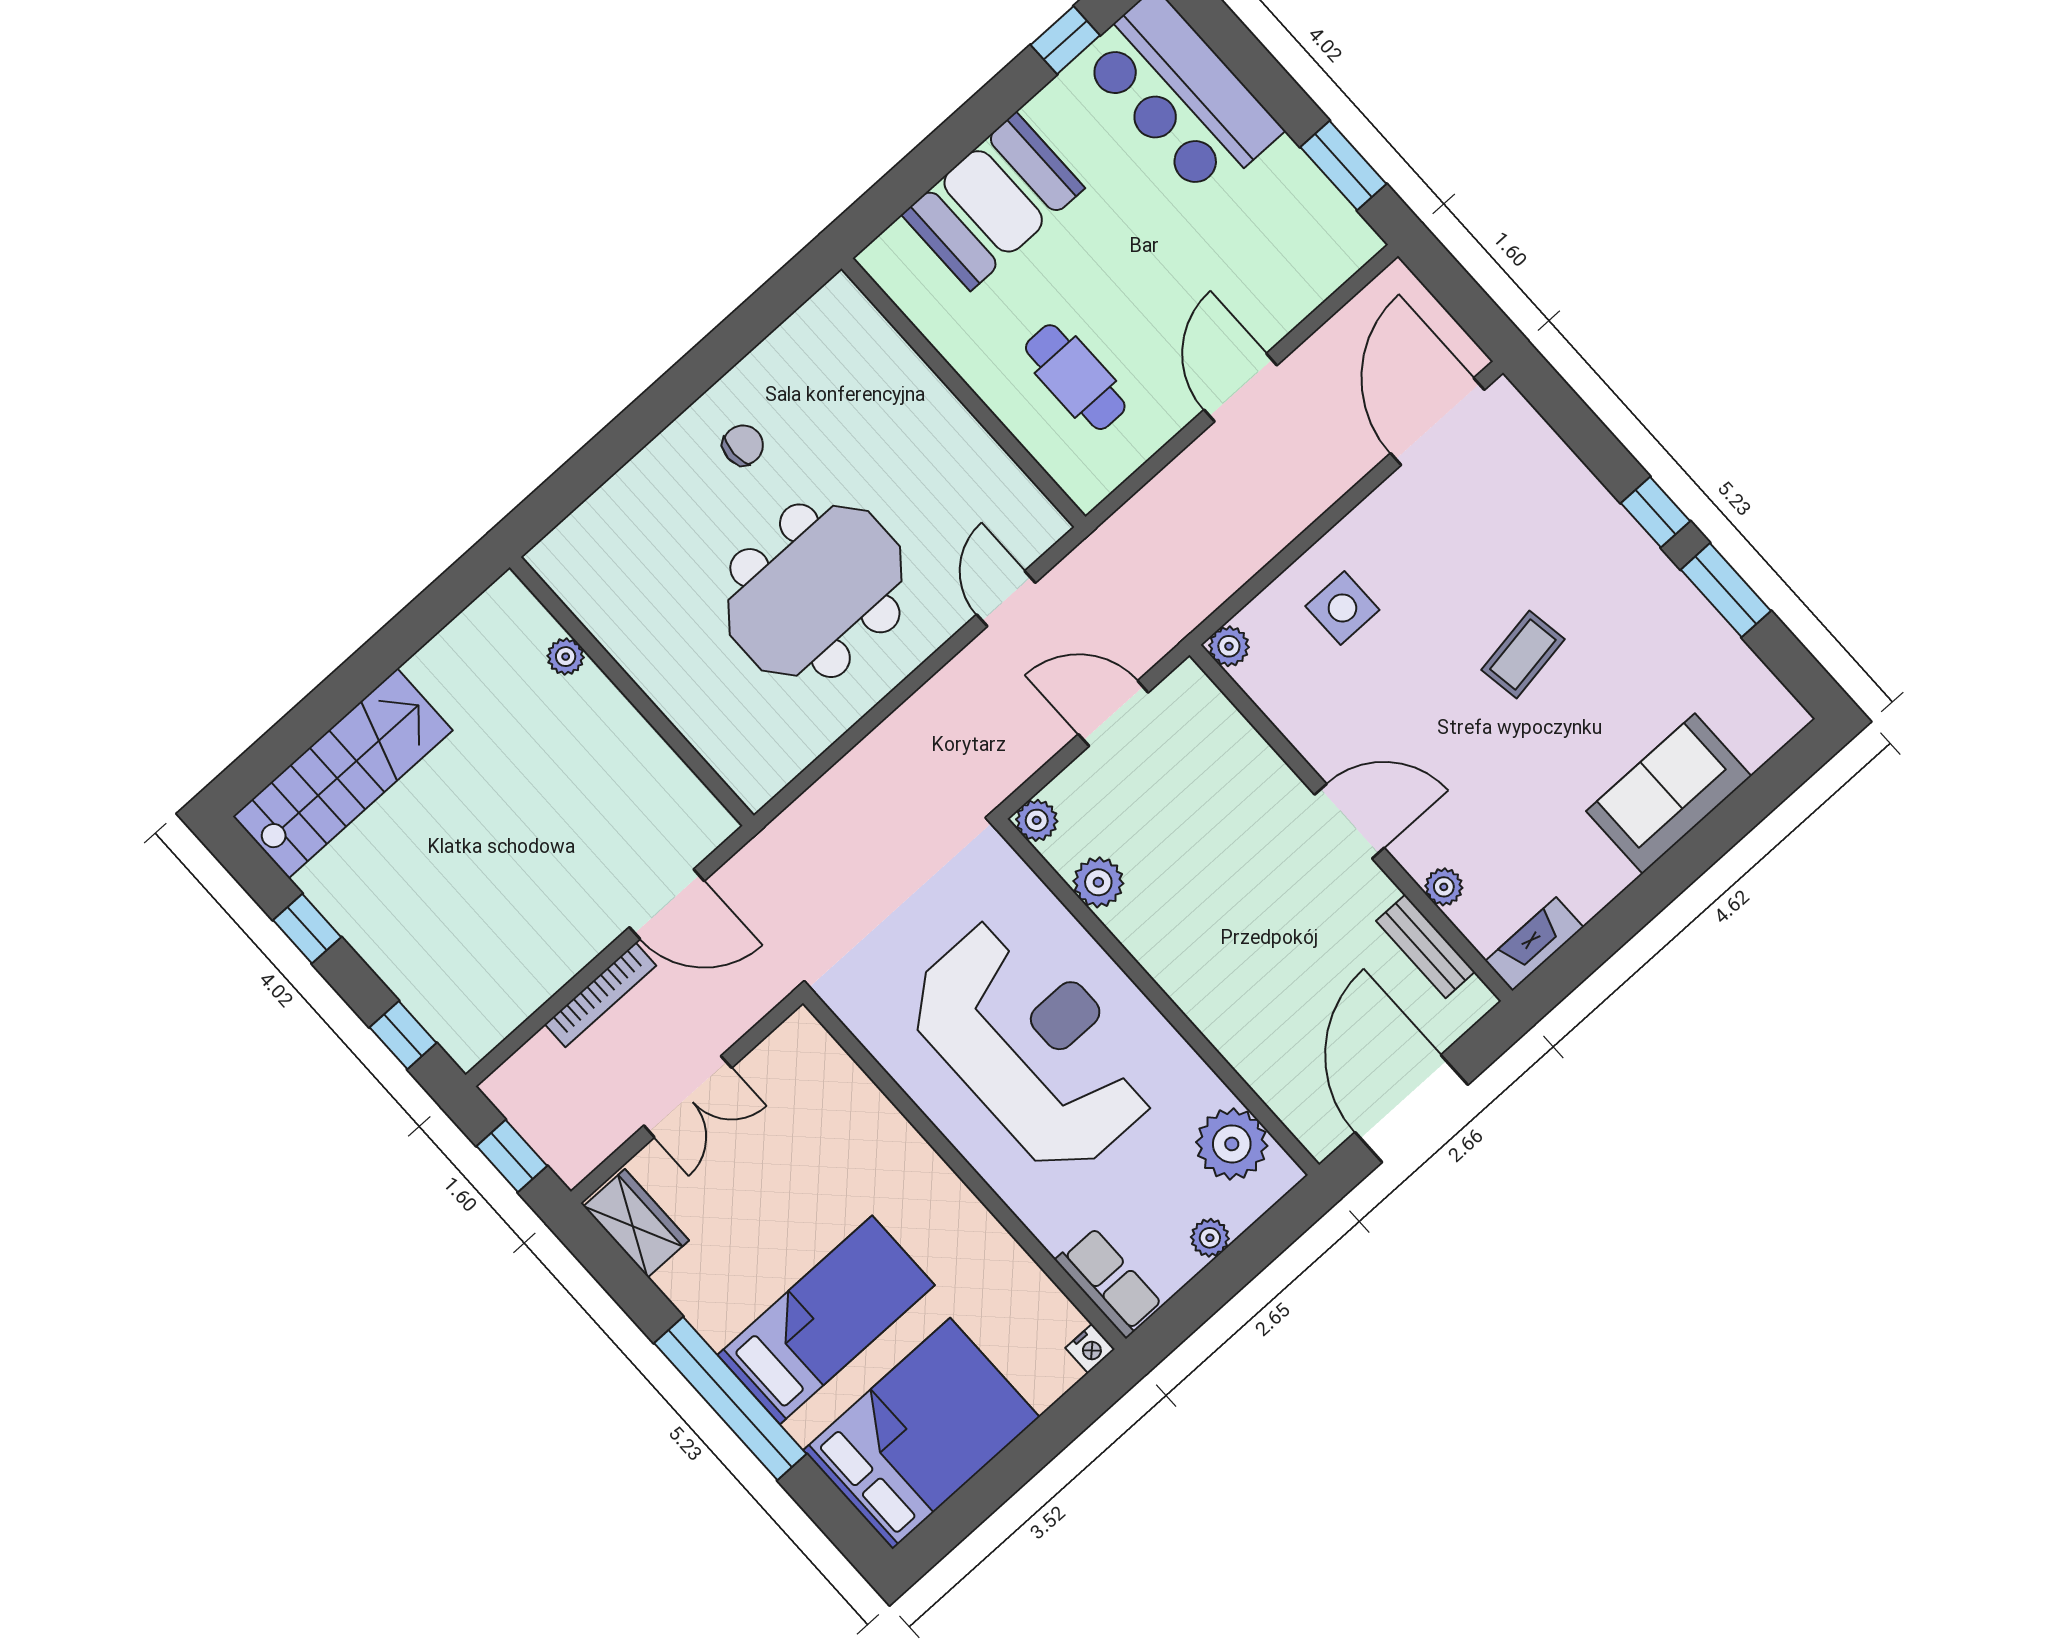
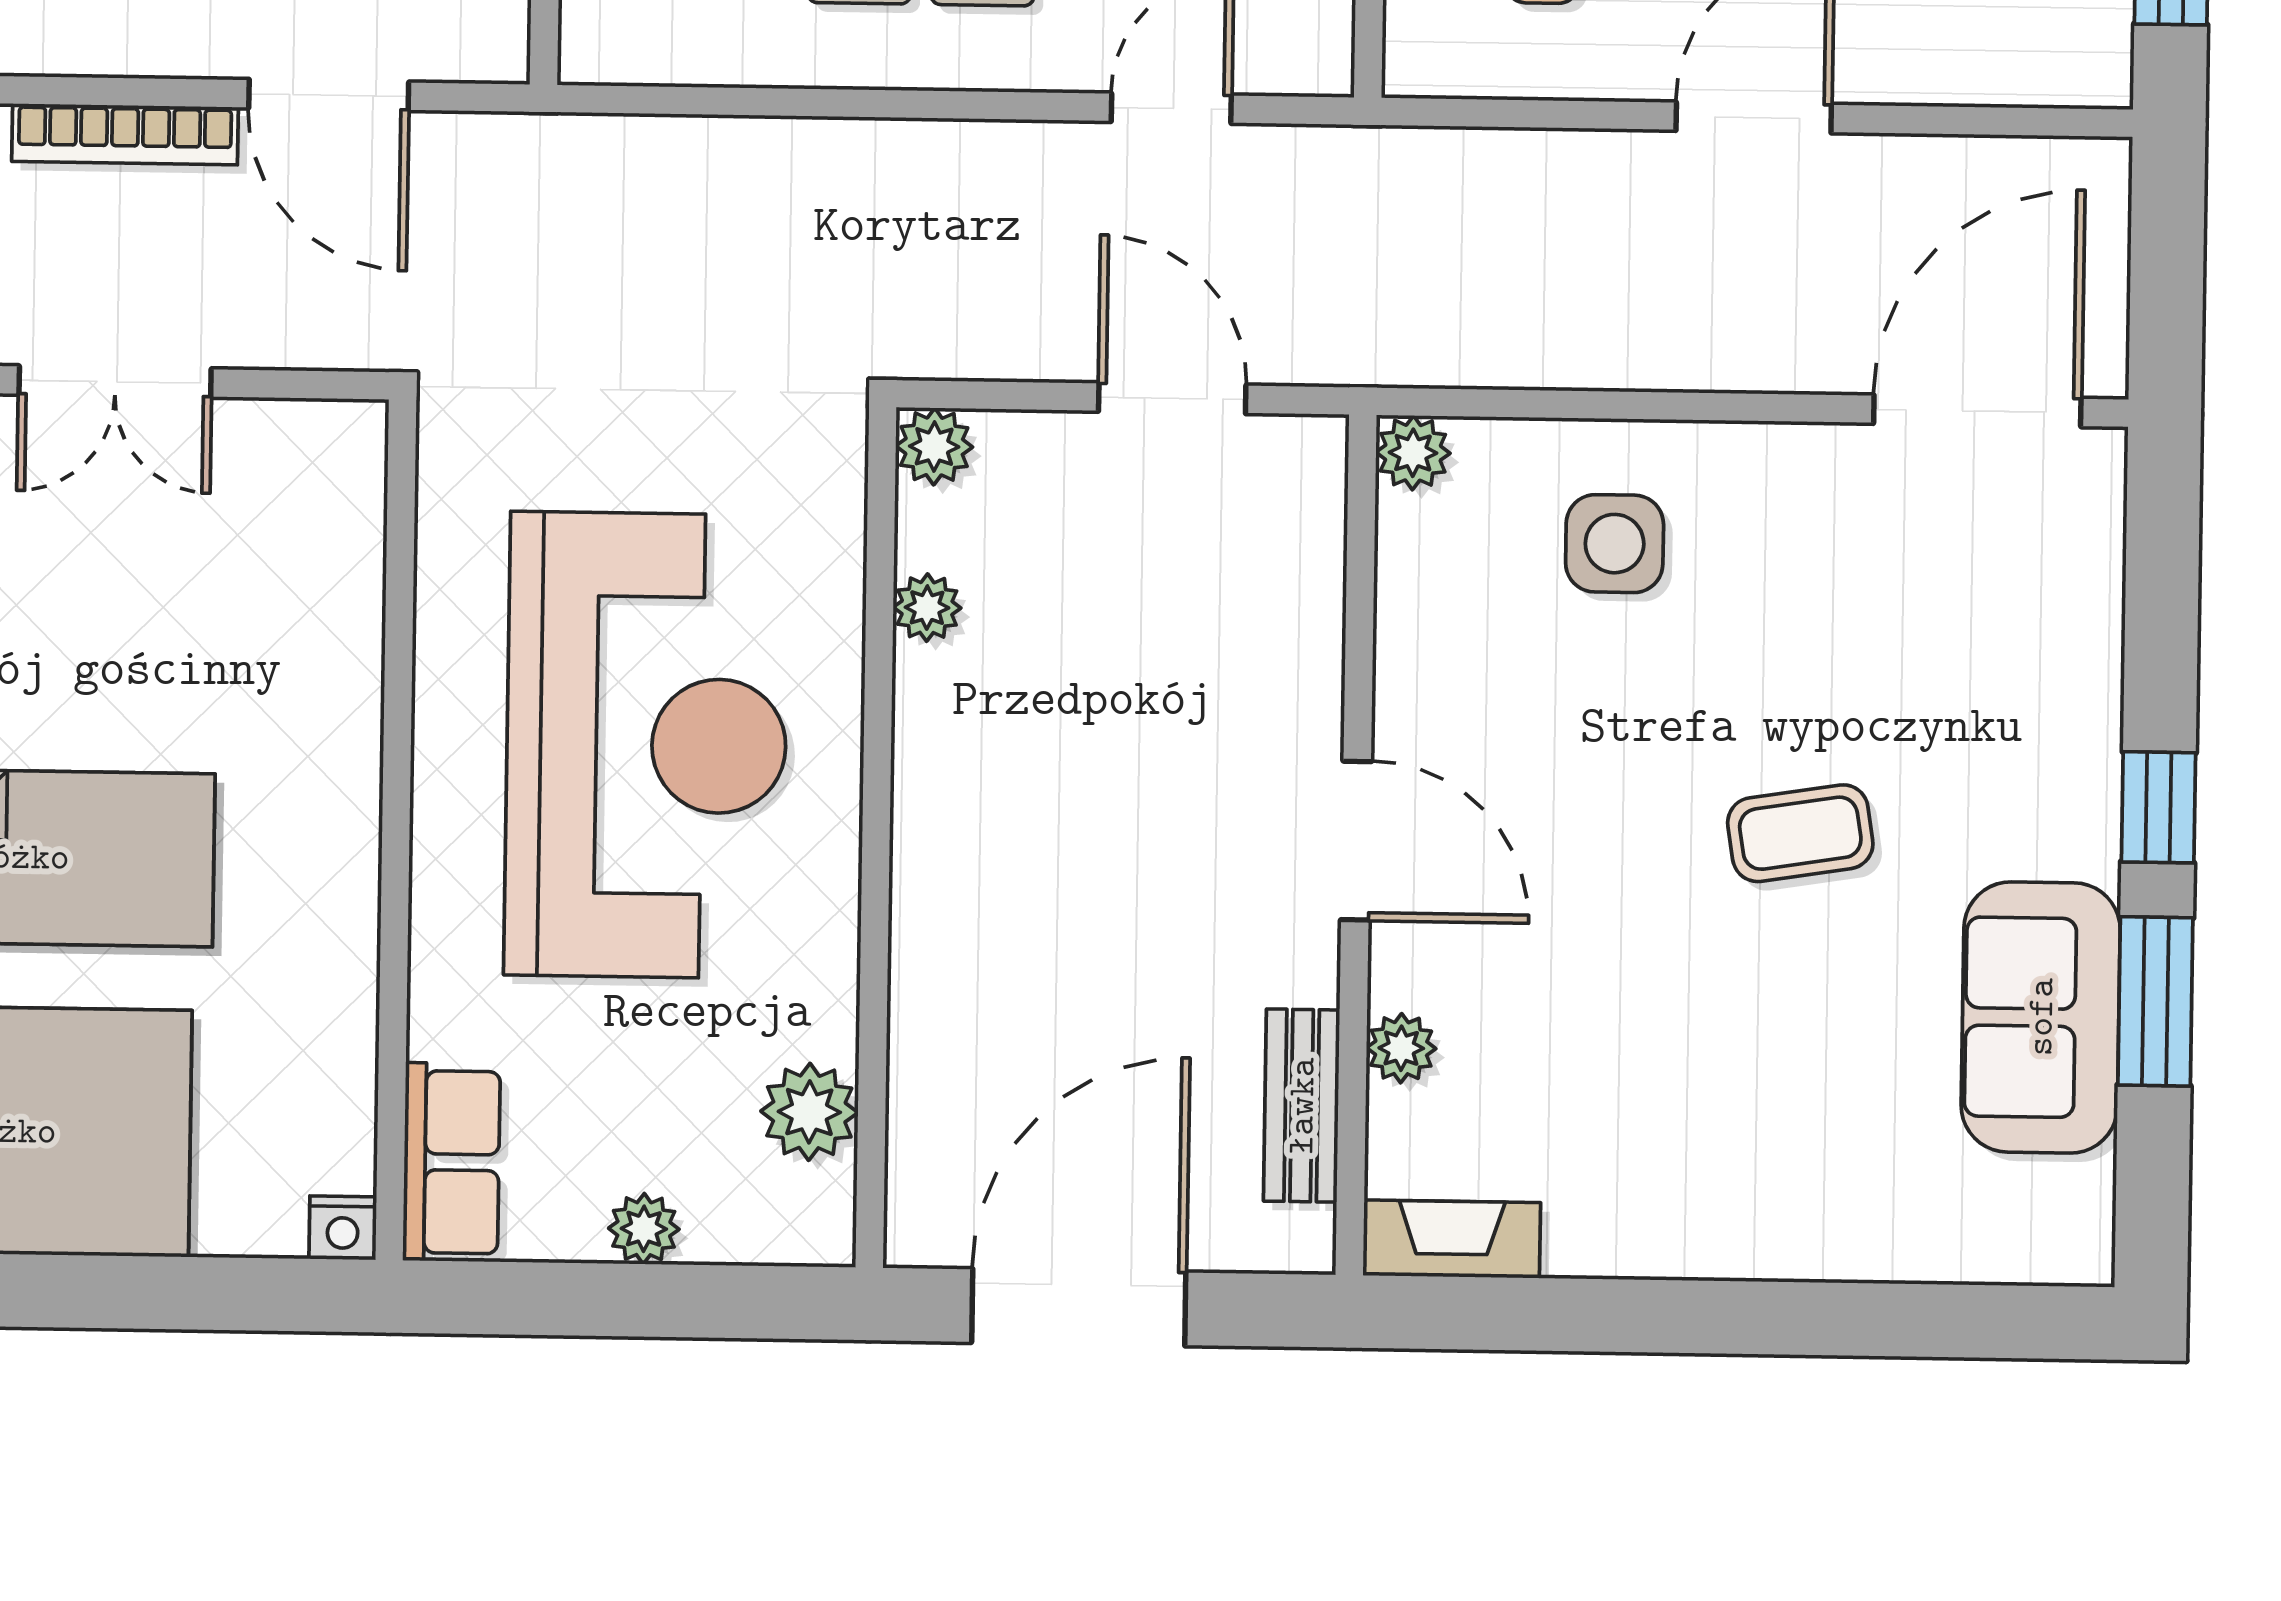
sofa: (1669, 794) -> (2041, 1017), moved, turned -90
plant: (1098, 882) -> (927, 608), width x0.73, depth x0.73
plant: (1232, 1144) -> (809, 1112), width x0.73, depth x0.73

